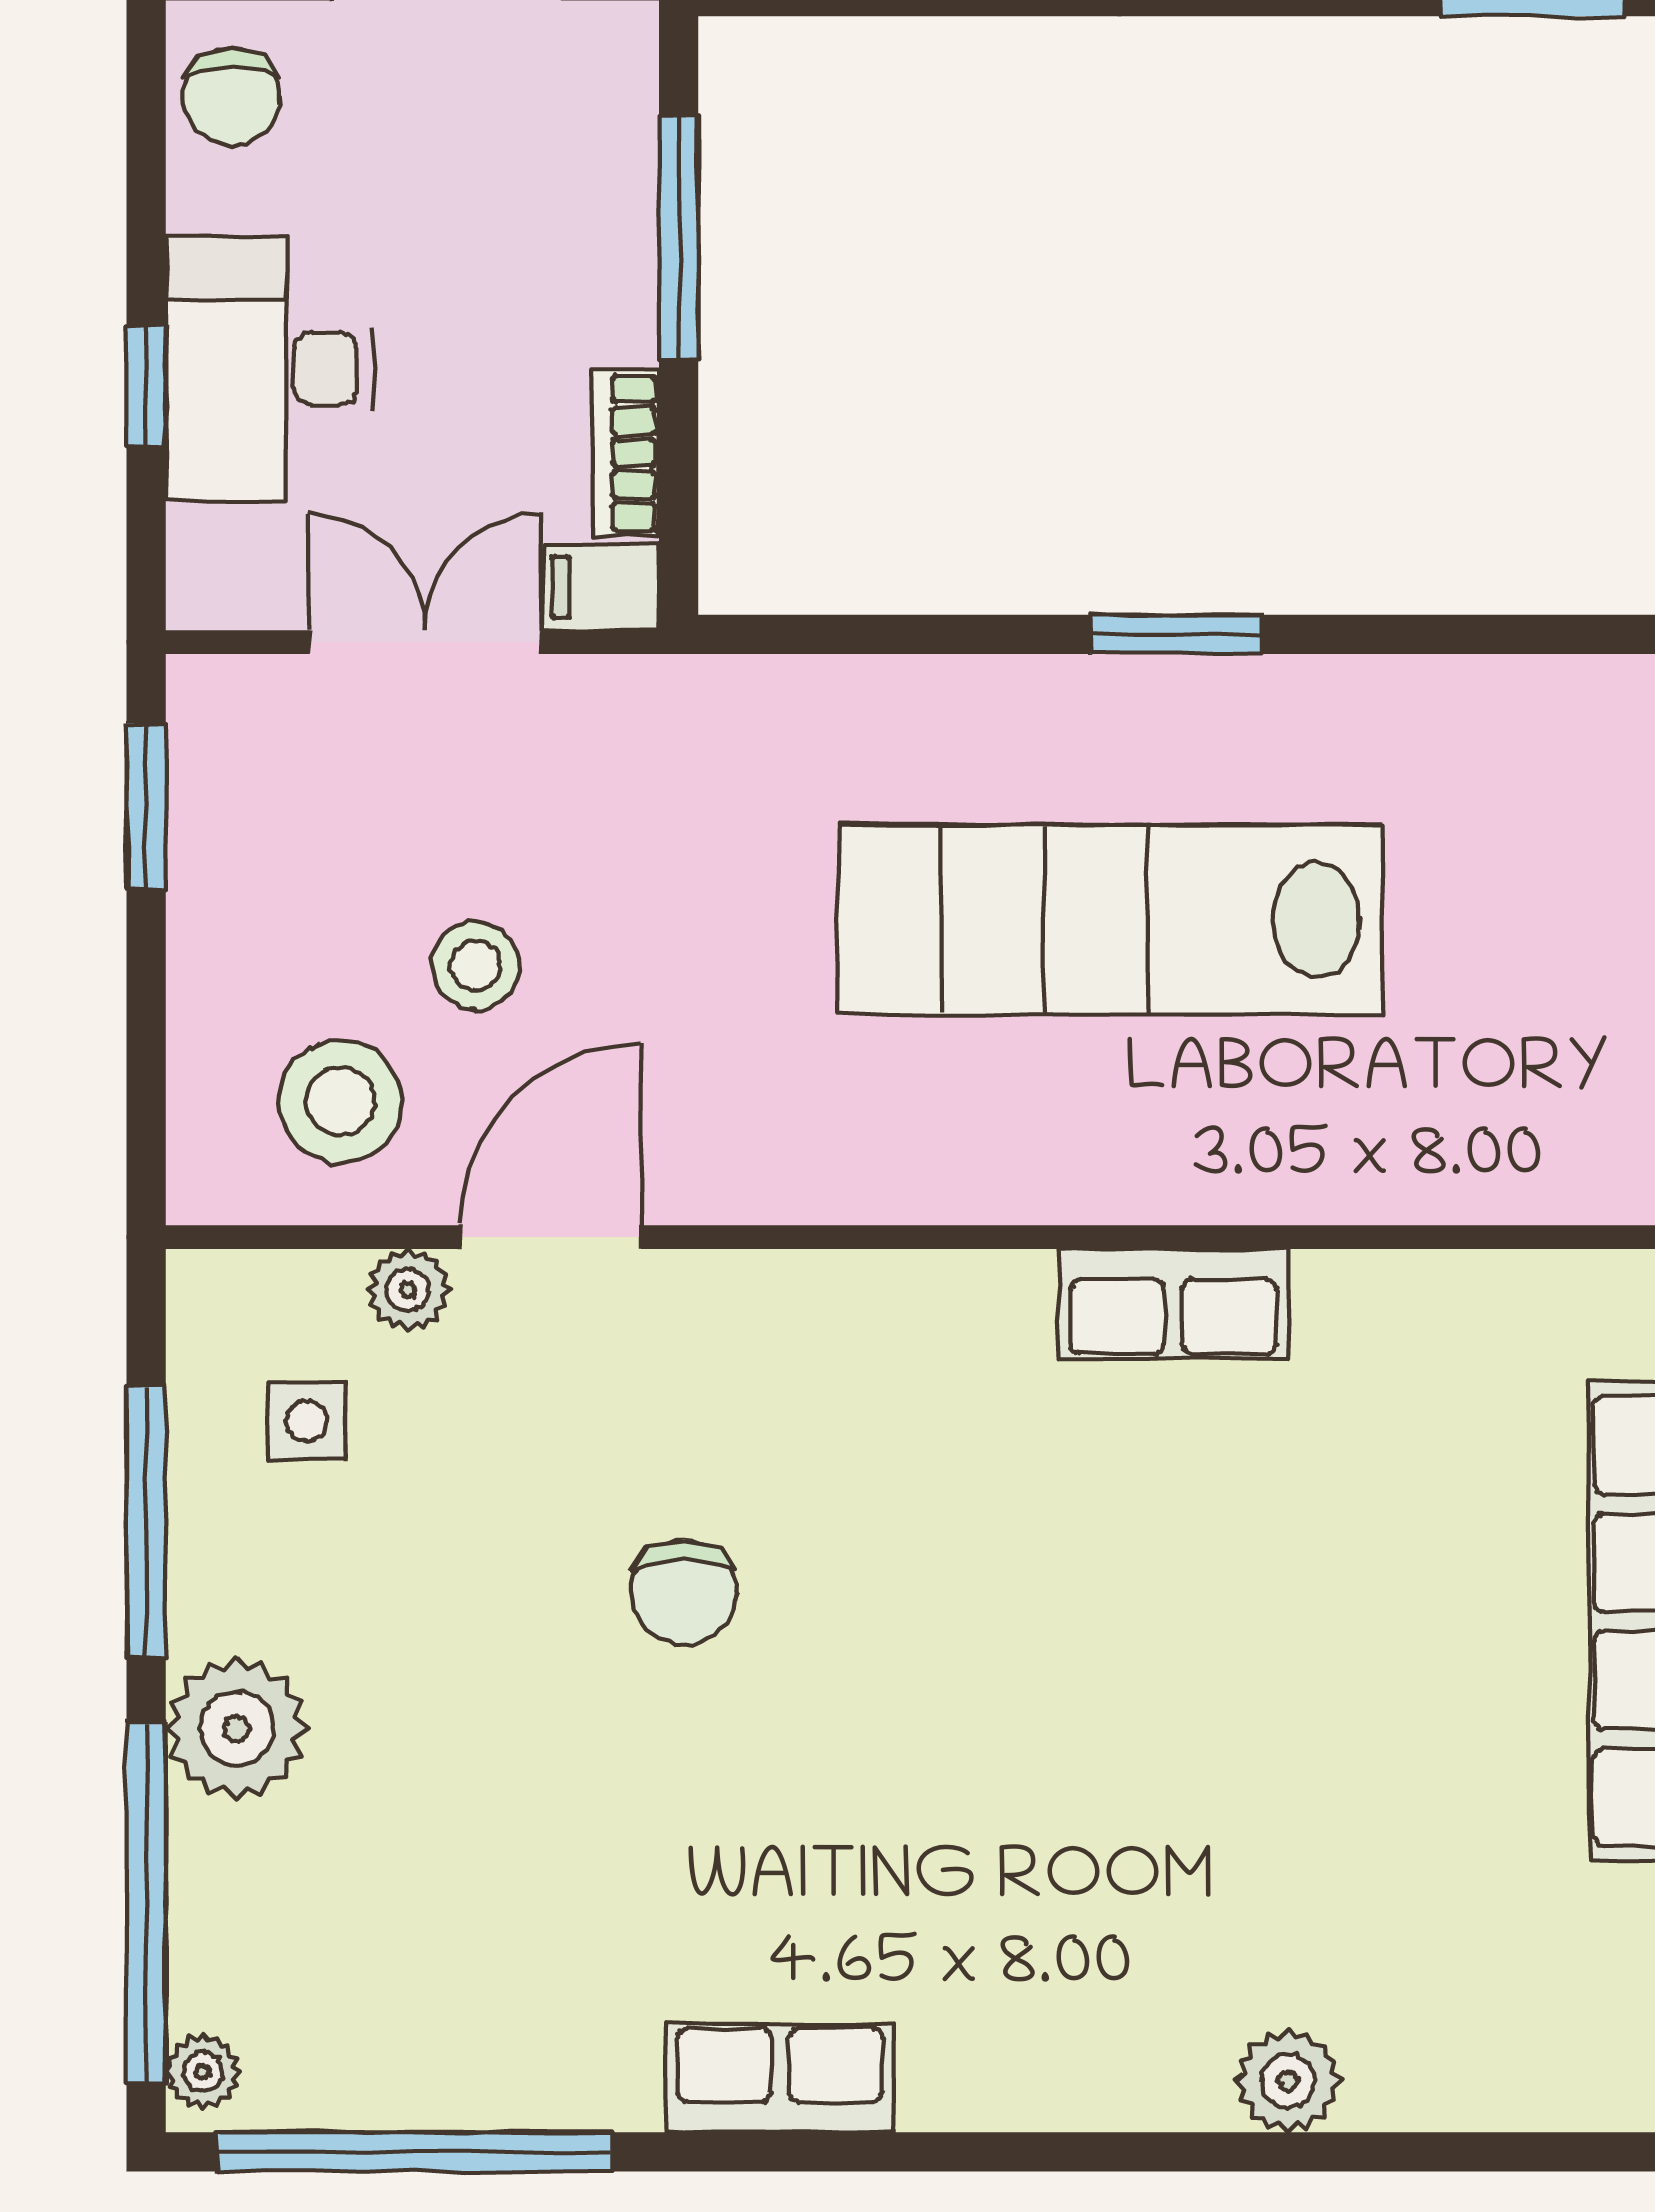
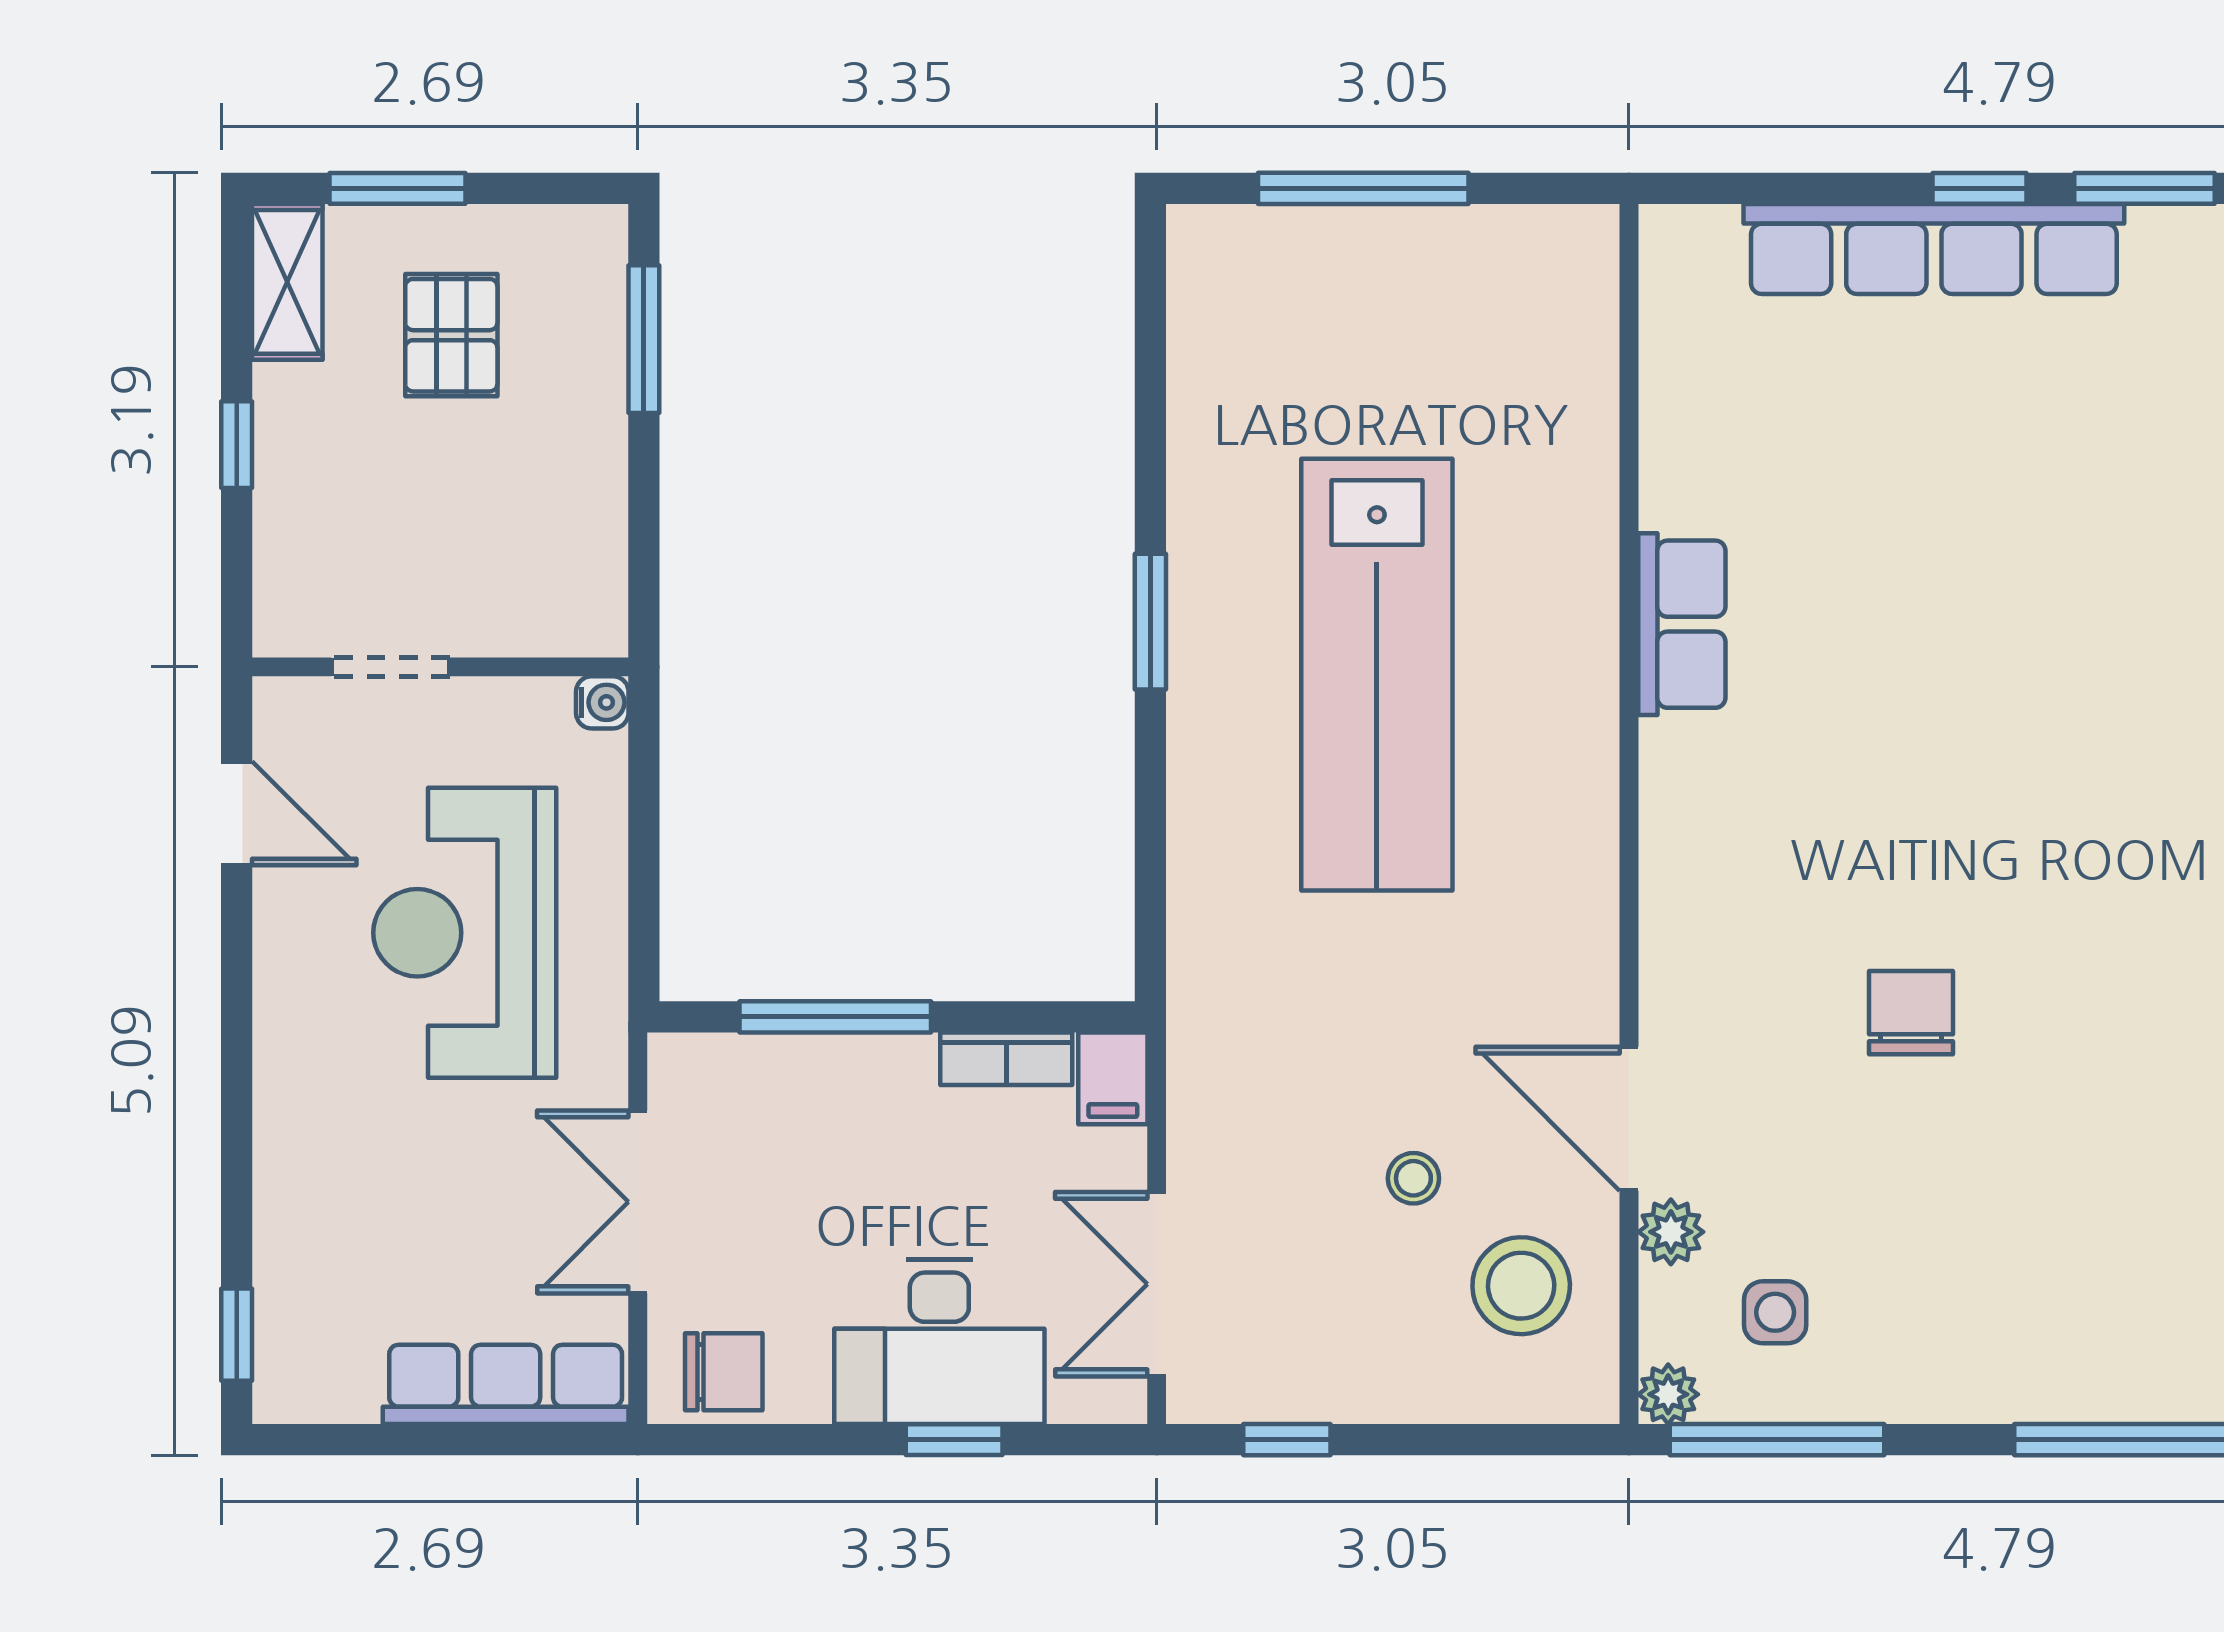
double door: (425, 642) -> (1157, 1284), moved
window: (146, 806) -> (1287, 1440), width x0.67
stool: (475, 966) -> (1413, 1178), width x0.73, depth x0.73
window: (146, 1522) -> (1777, 1440), moved
chair: (684, 1592) -> (1911, 1013), turned -90
plant: (236, 1728) -> (1668, 1394), moved, width x0.53, depth x0.53

